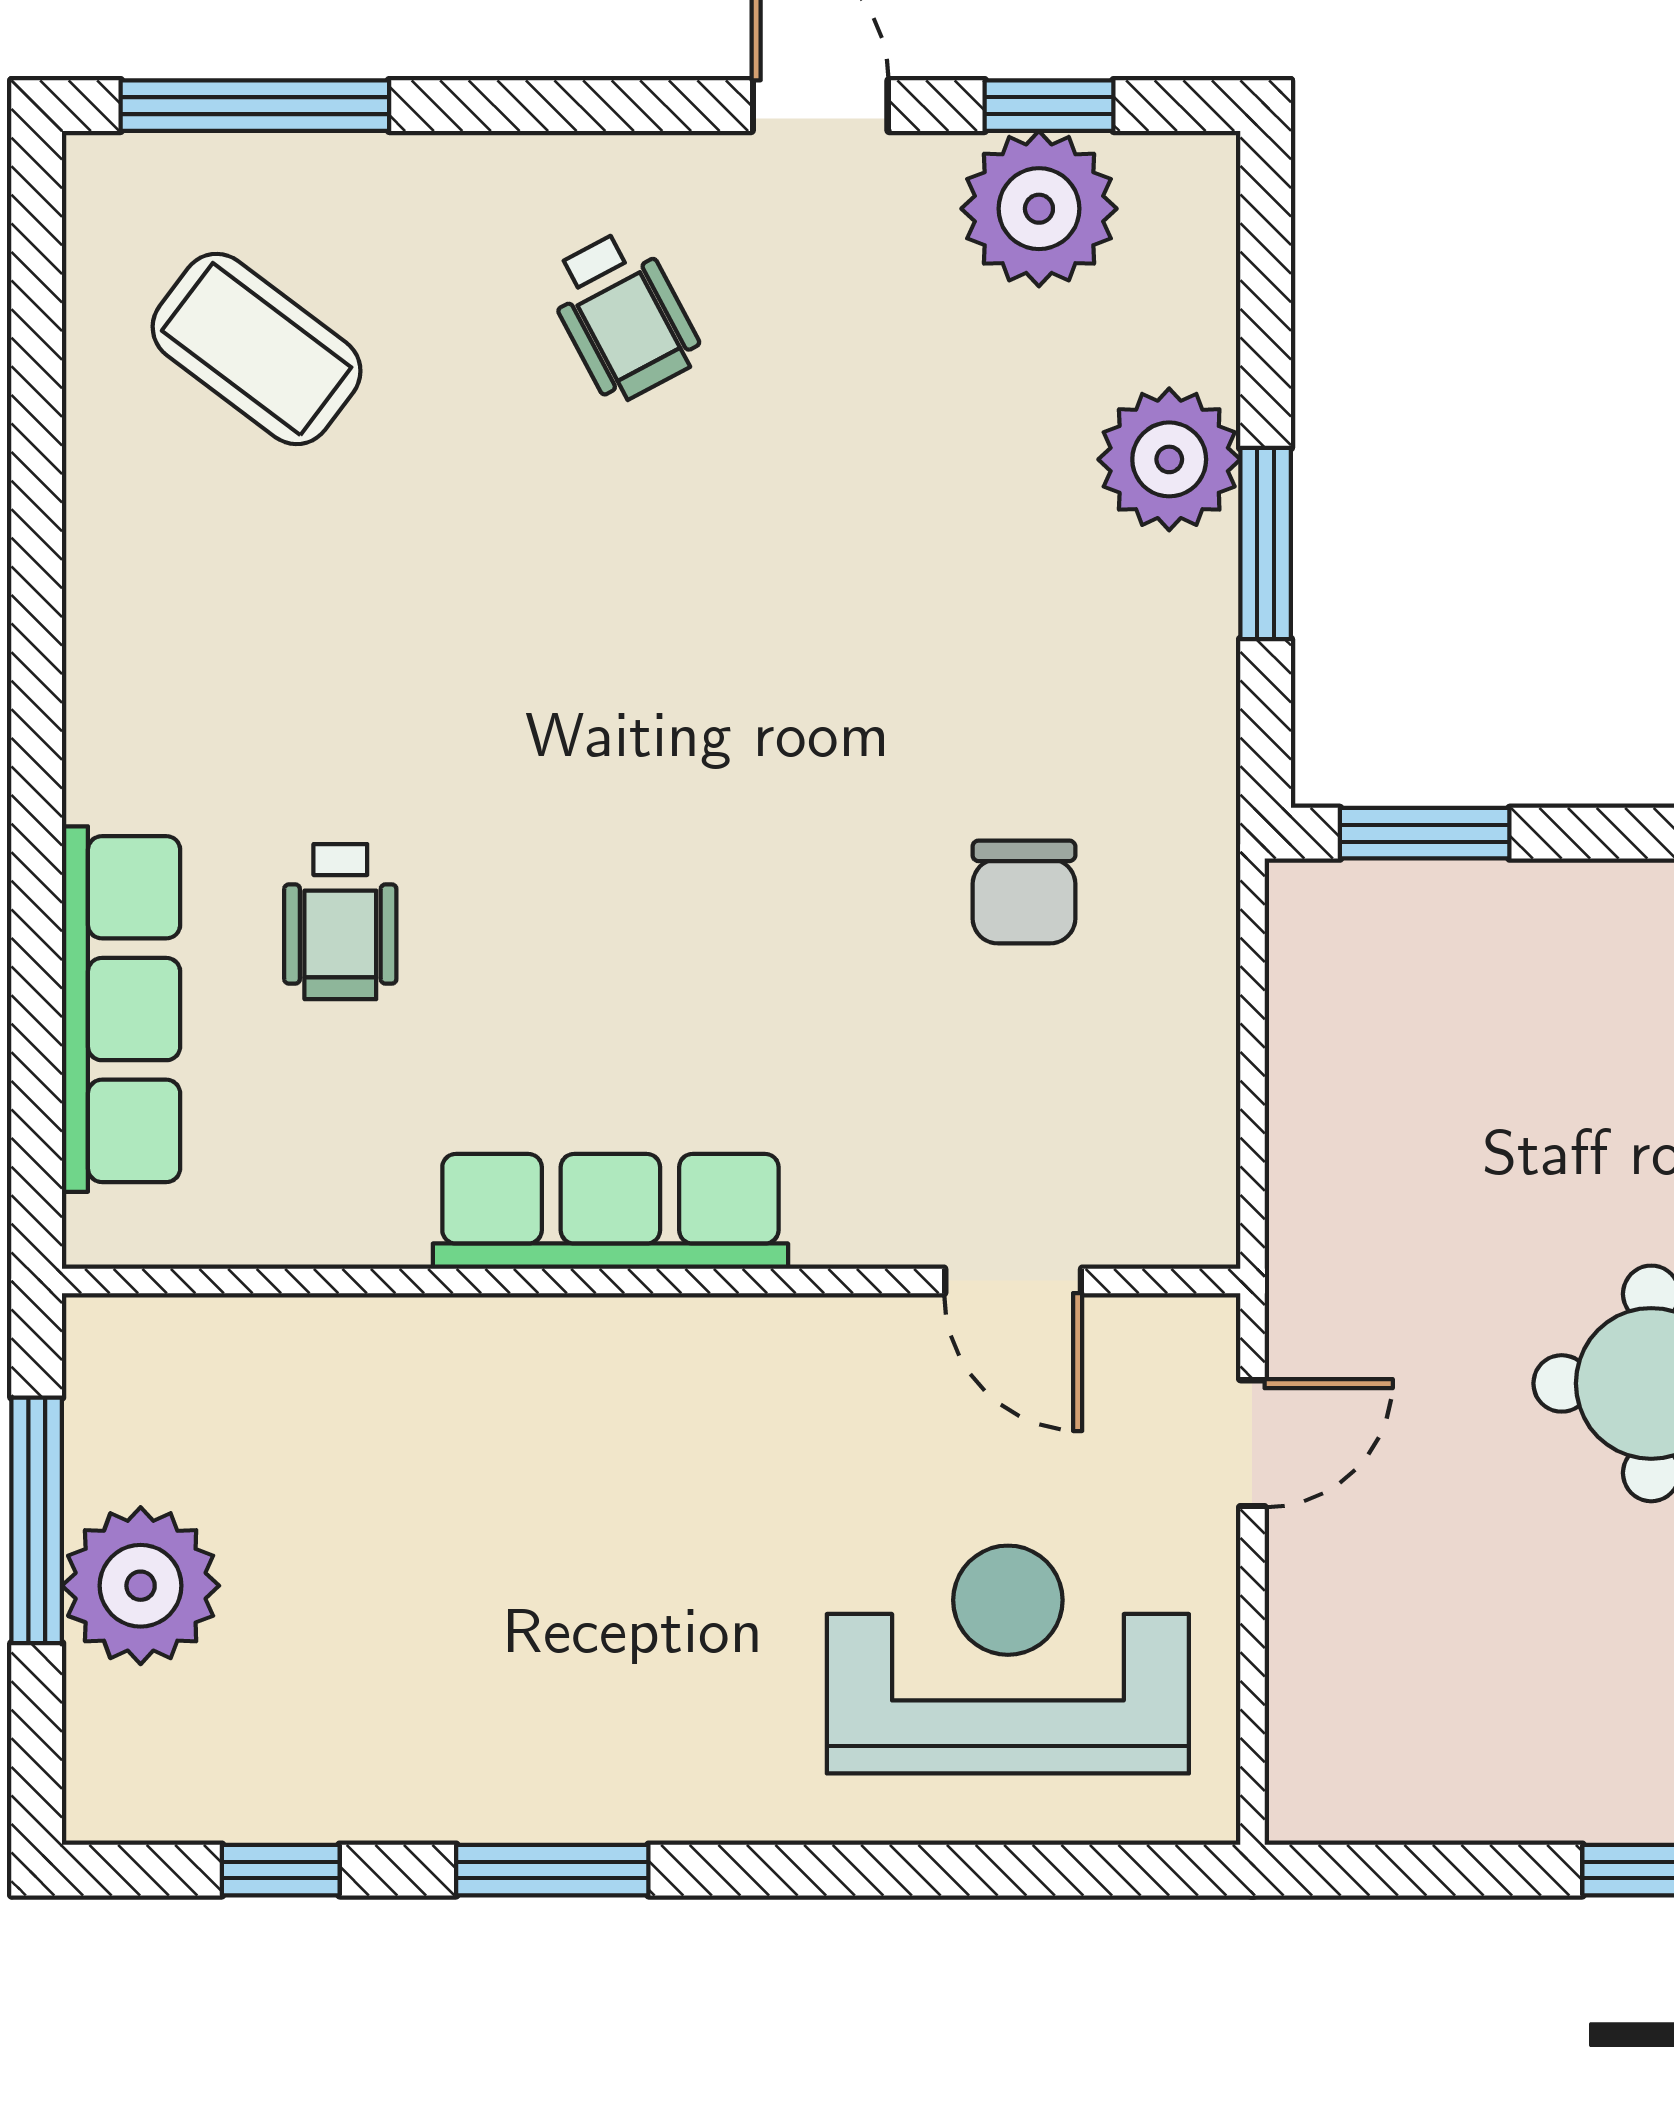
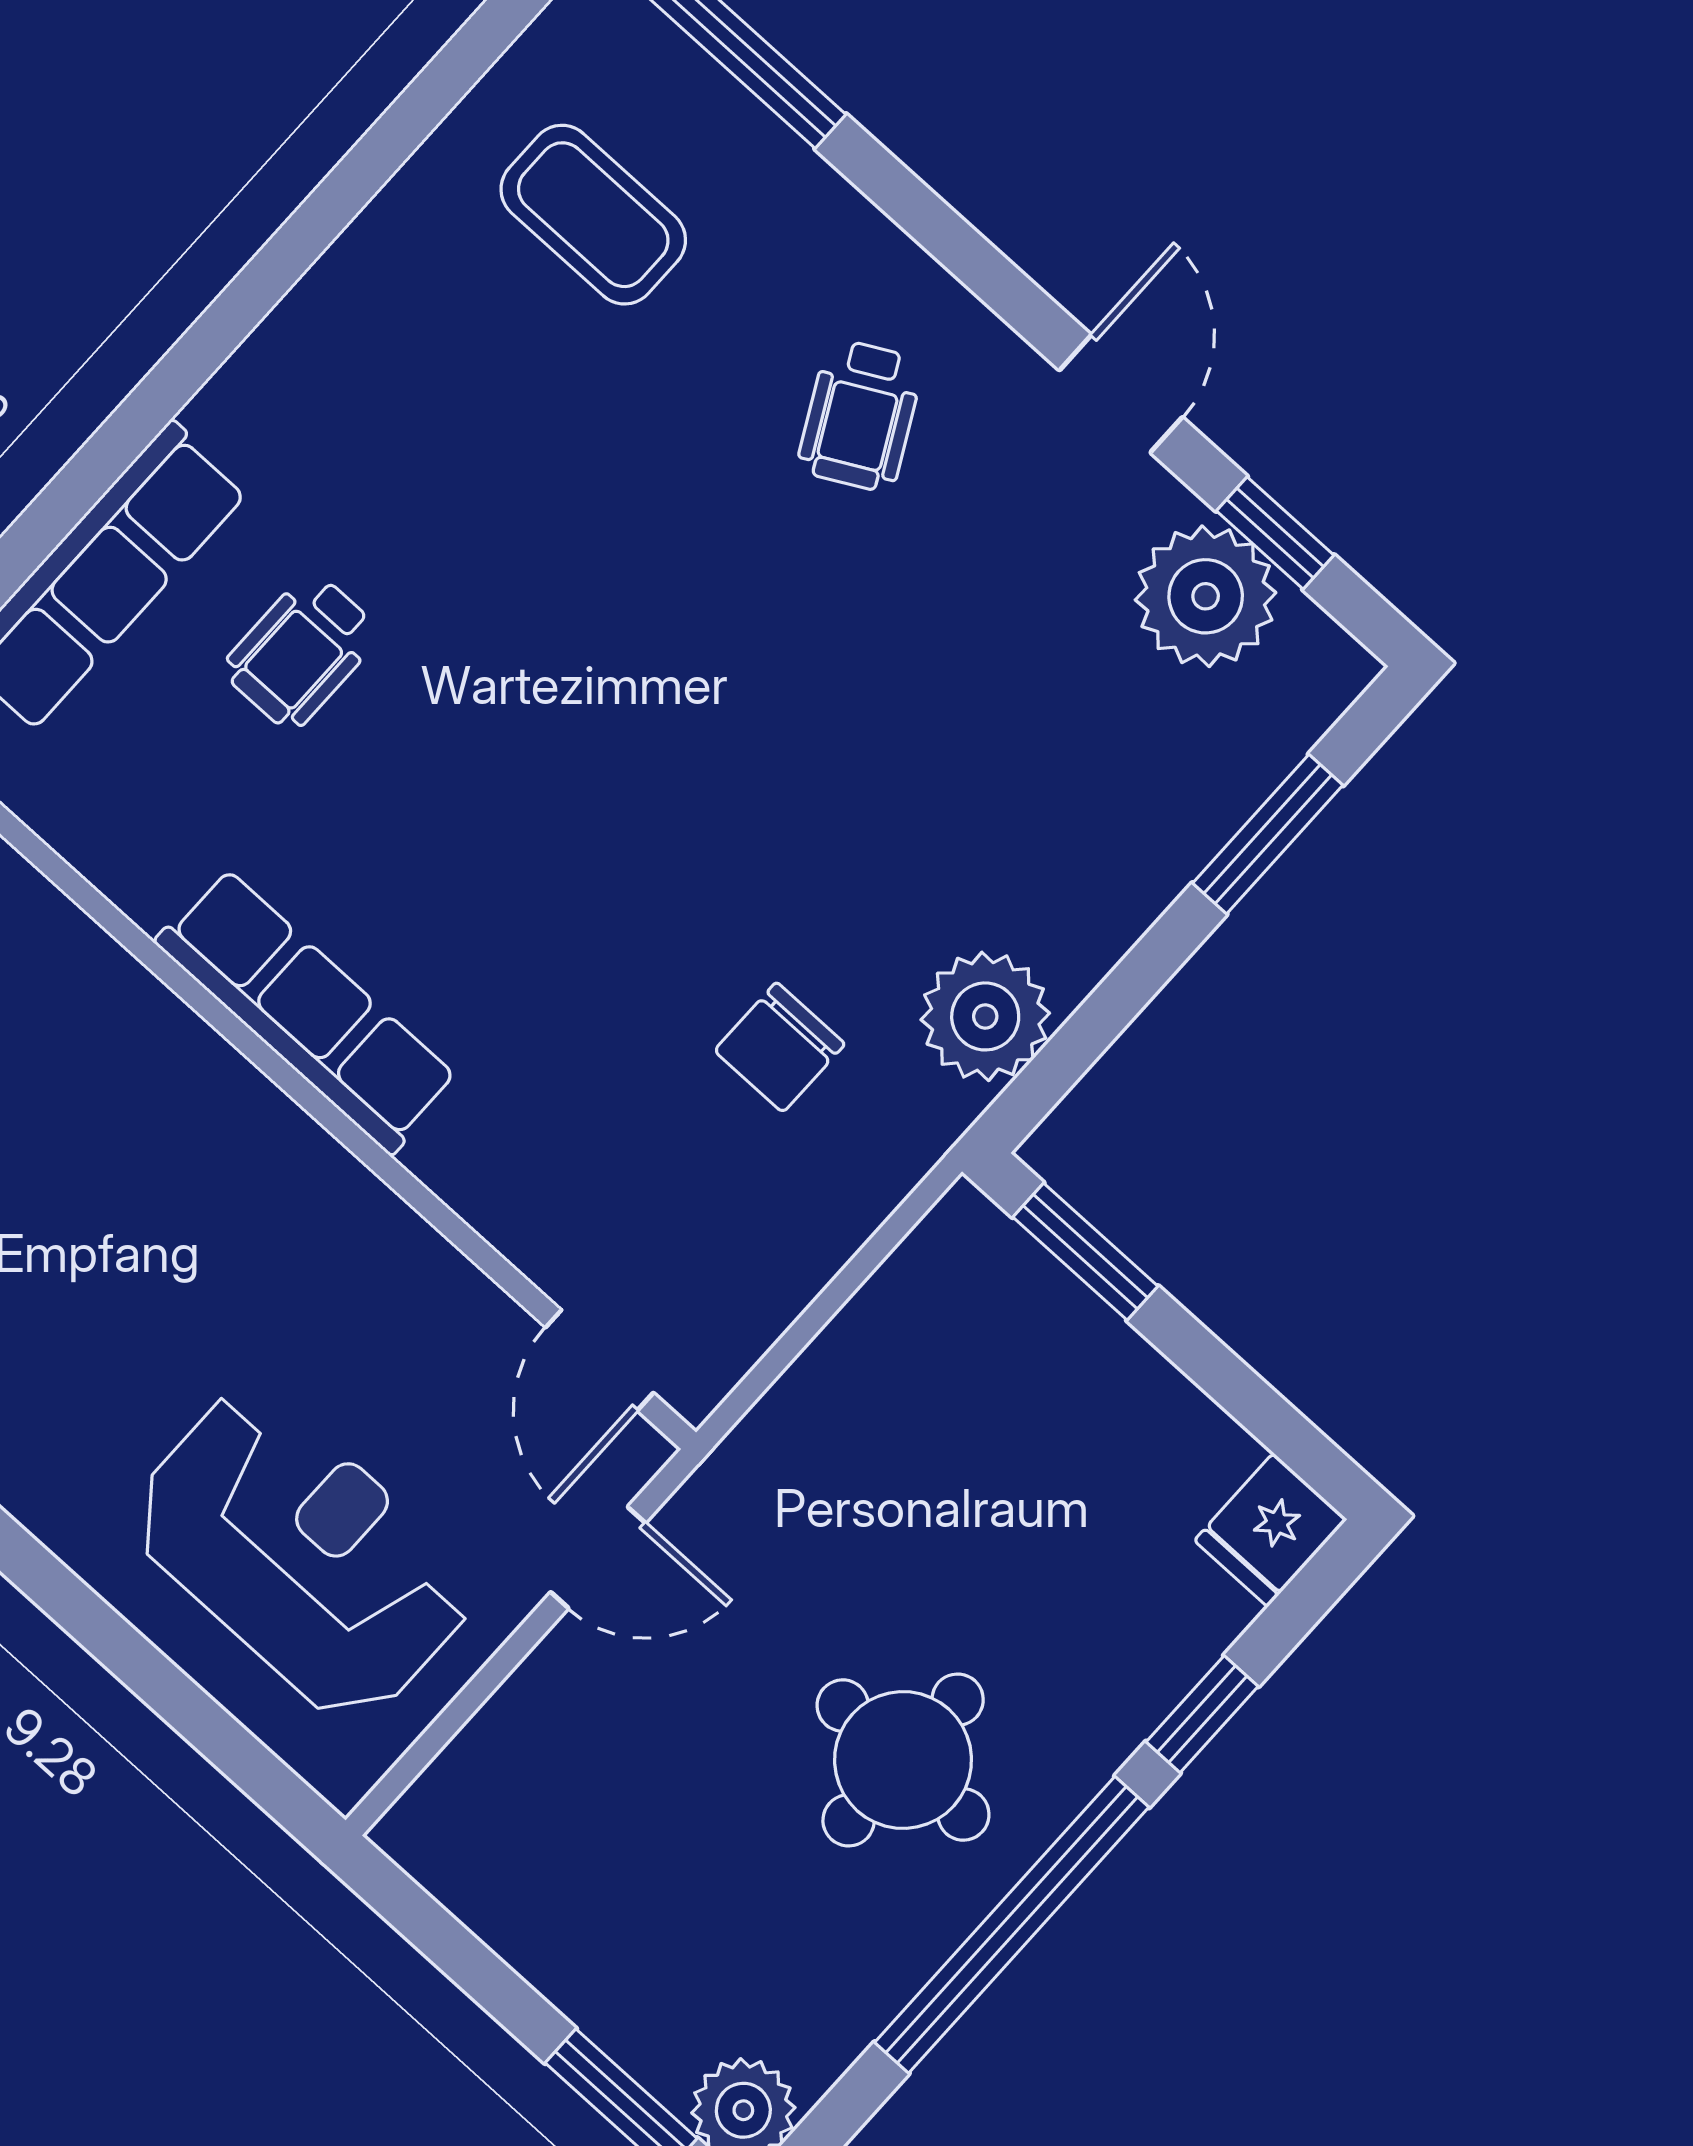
coffee table: (257, 349) -> (593, 215), turned -37
plant: (1169, 459) -> (985, 1016), moved
window: (1266, 543) -> (1268, 834), moved
door: (1013, 1281) -> (599, 1360), moved

